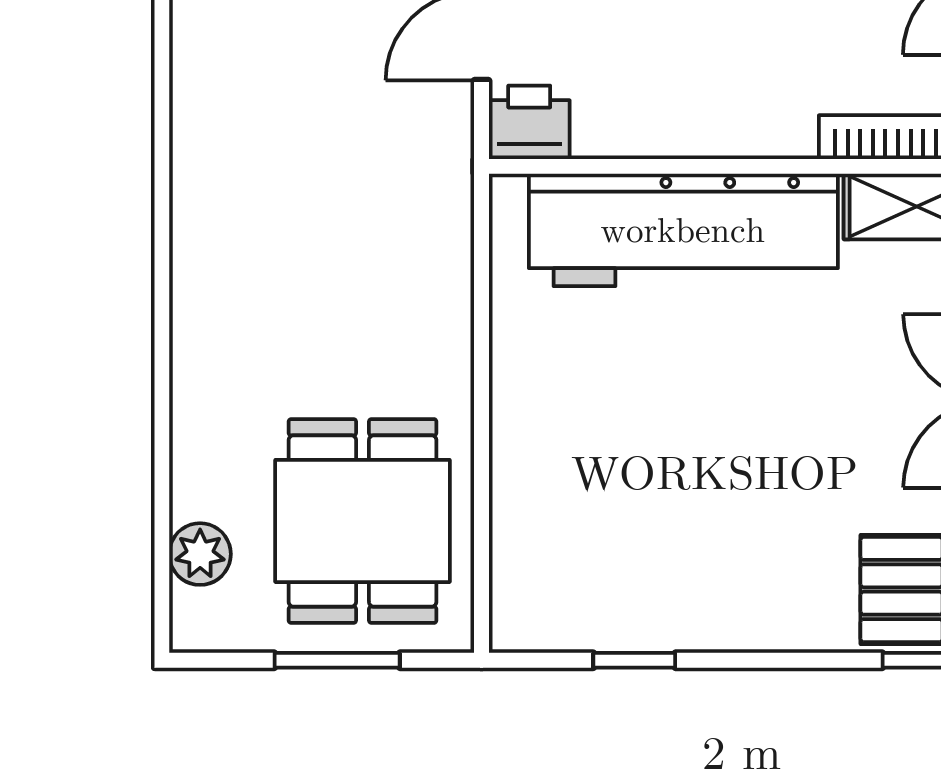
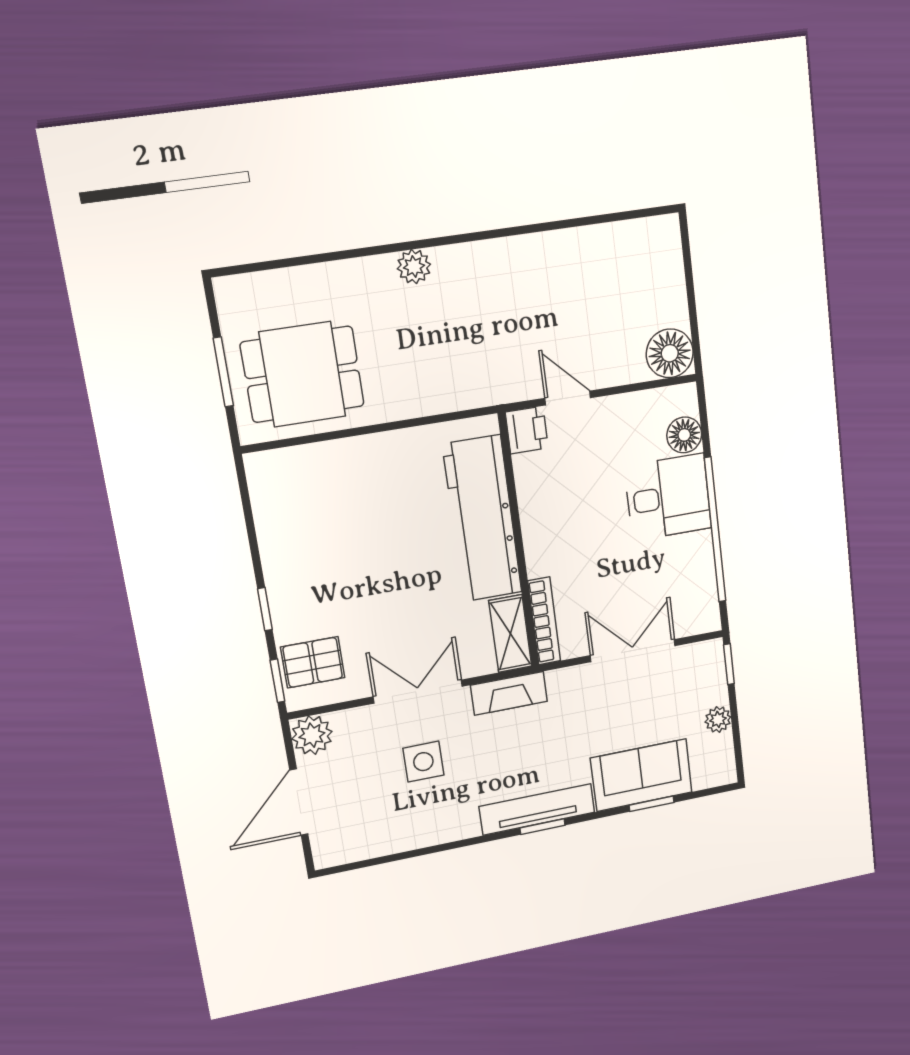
plant: (200, 554) -> (414, 267), moved
window: (634, 660) -> (265, 609), moved

